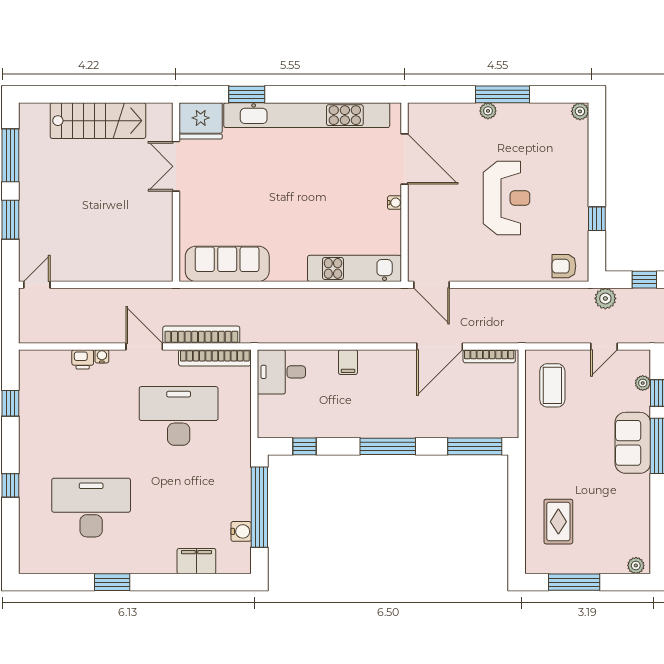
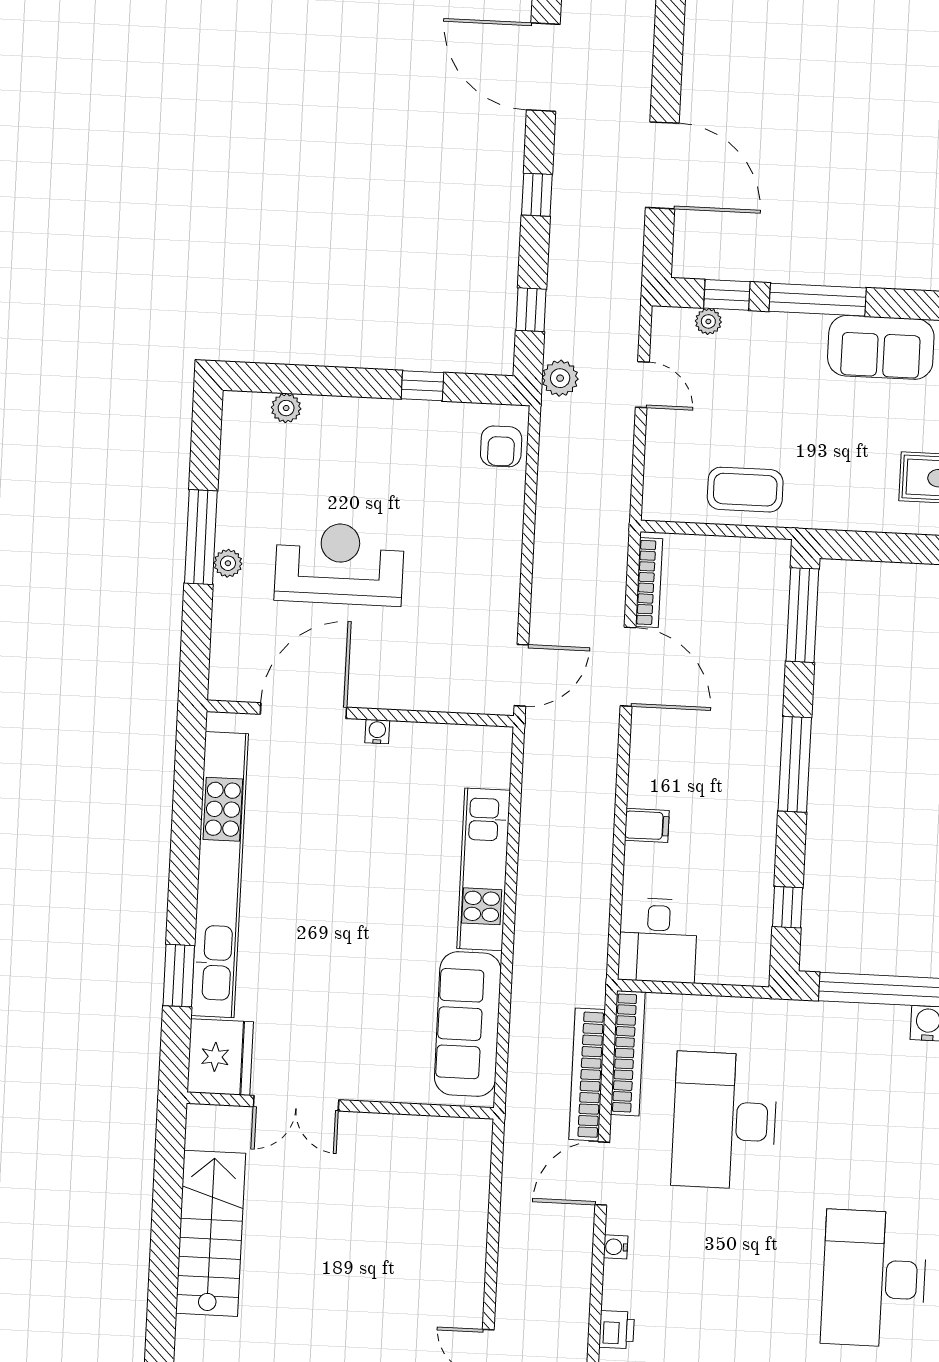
plant: (580, 111) -> (286, 408), moved
reception desk: (506, 198) -> (339, 564), moved
kitchen unit: (355, 268) -> (484, 869), moved
printer: (83, 359) -> (617, 1330), moved
coffee table: (552, 385) -> (745, 490), moved
sofa: (633, 443) -> (881, 347), moved

